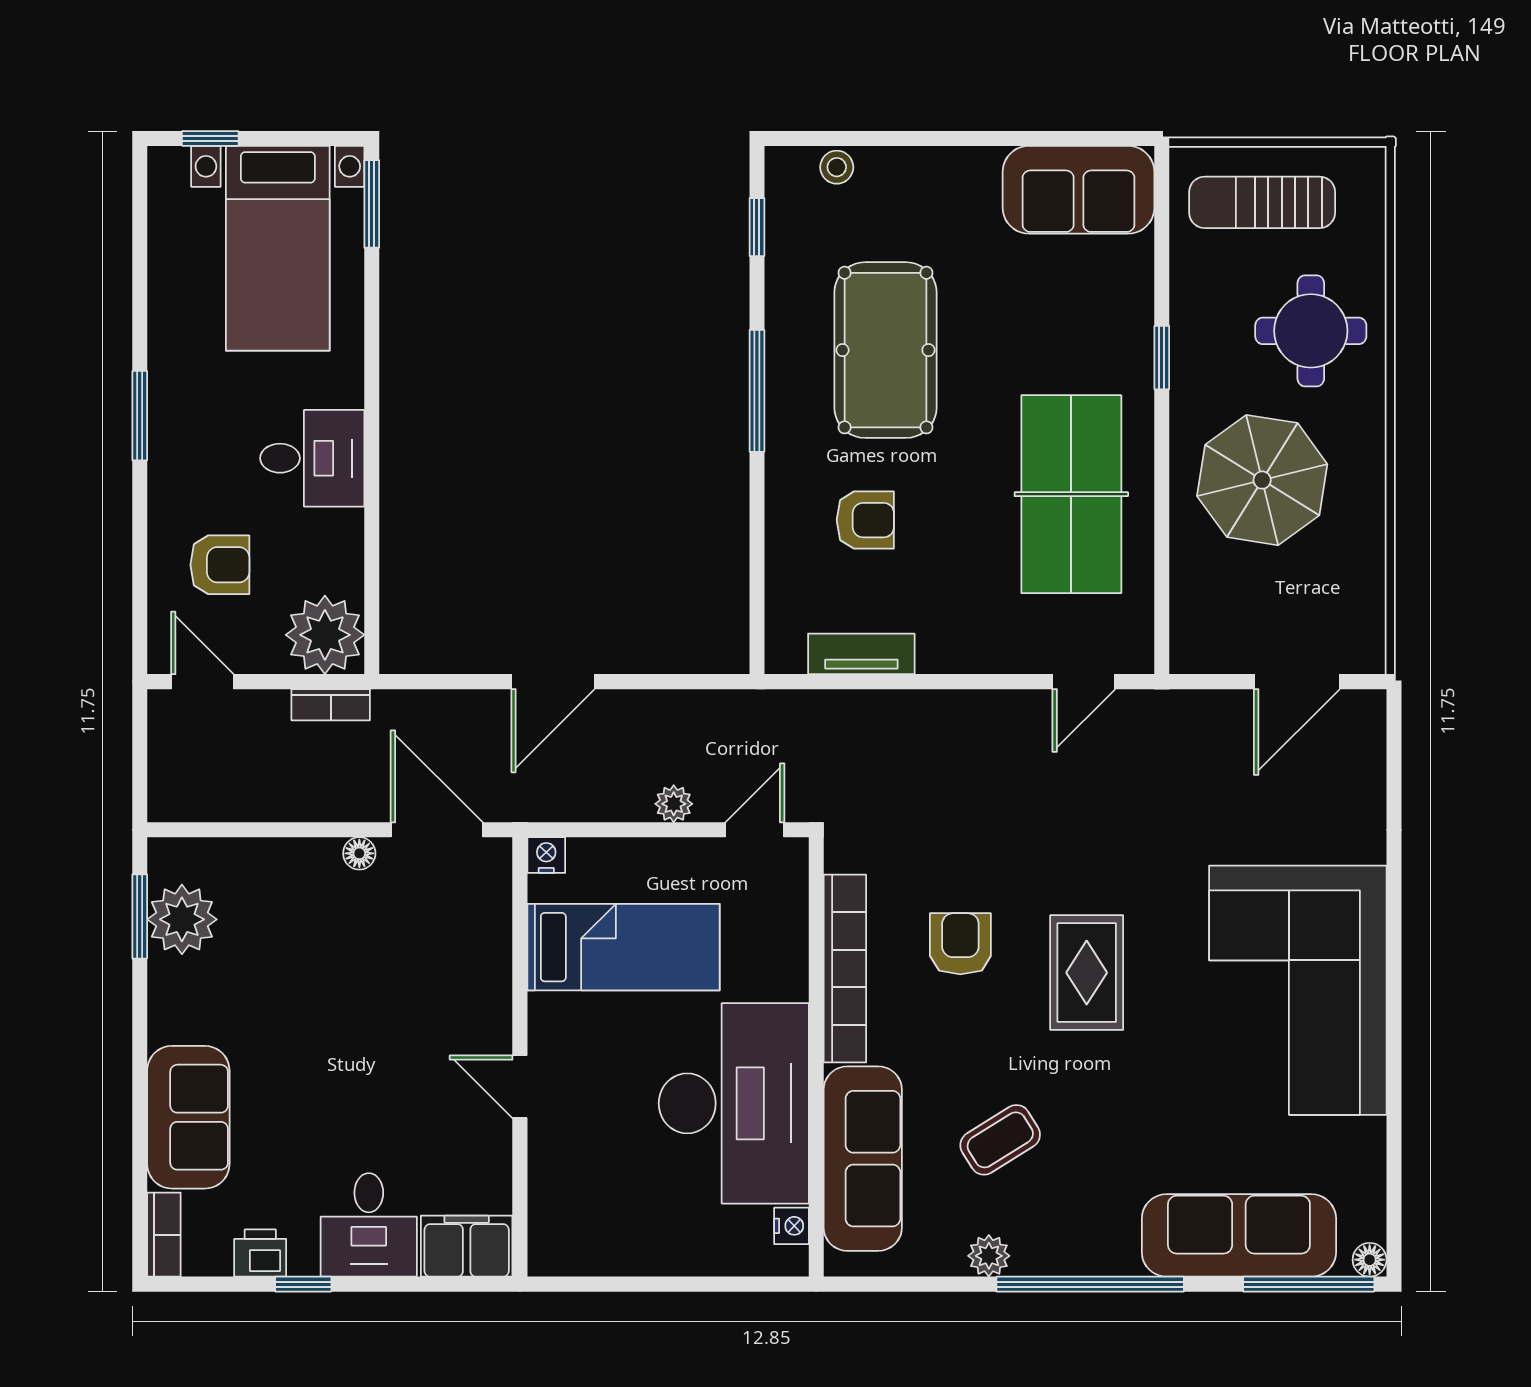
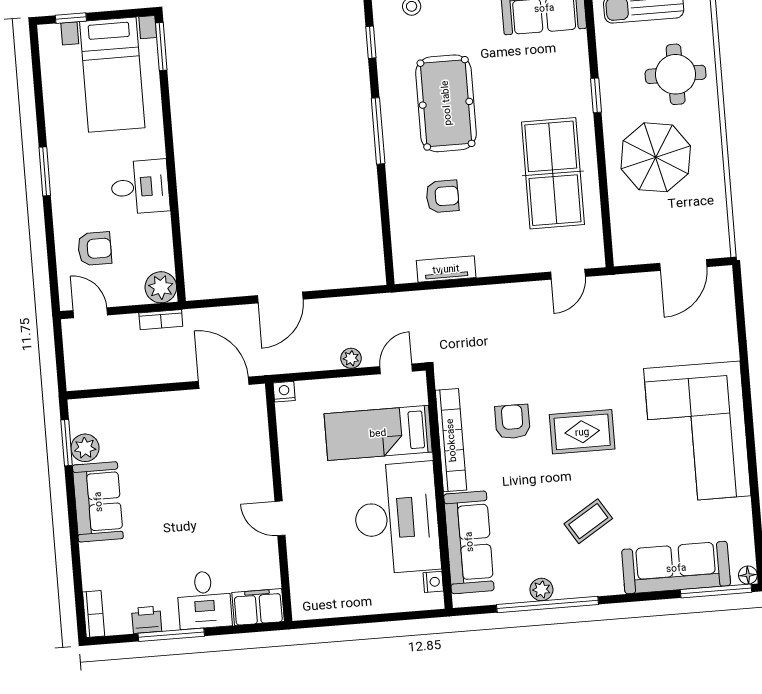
plant: (325, 635) -> (161, 287), width x0.73, depth x0.73
floor lamp: (359, 853) -> (183, 399), removed
plant: (182, 919) -> (85, 448), width x0.73, depth x0.73
bed: (624, 947) -> (378, 433), moved, turned 180
rug: (1087, 973) -> (582, 432), turned 90
sofa: (188, 1117) -> (98, 502), moved
coffee table: (1000, 1140) -> (588, 521), moved
window: (303, 1284) -> (171, 635), width x2.17
window: (1090, 1284) -> (548, 604), moved

